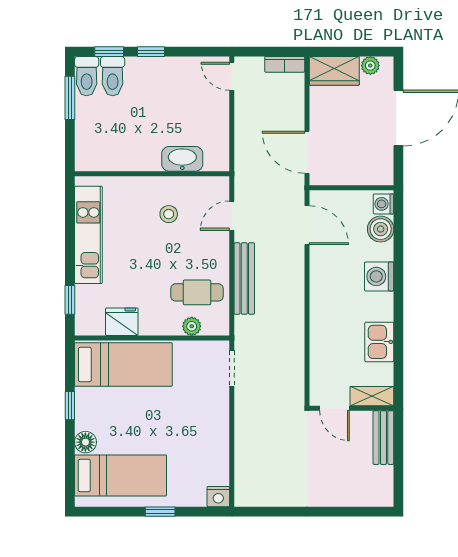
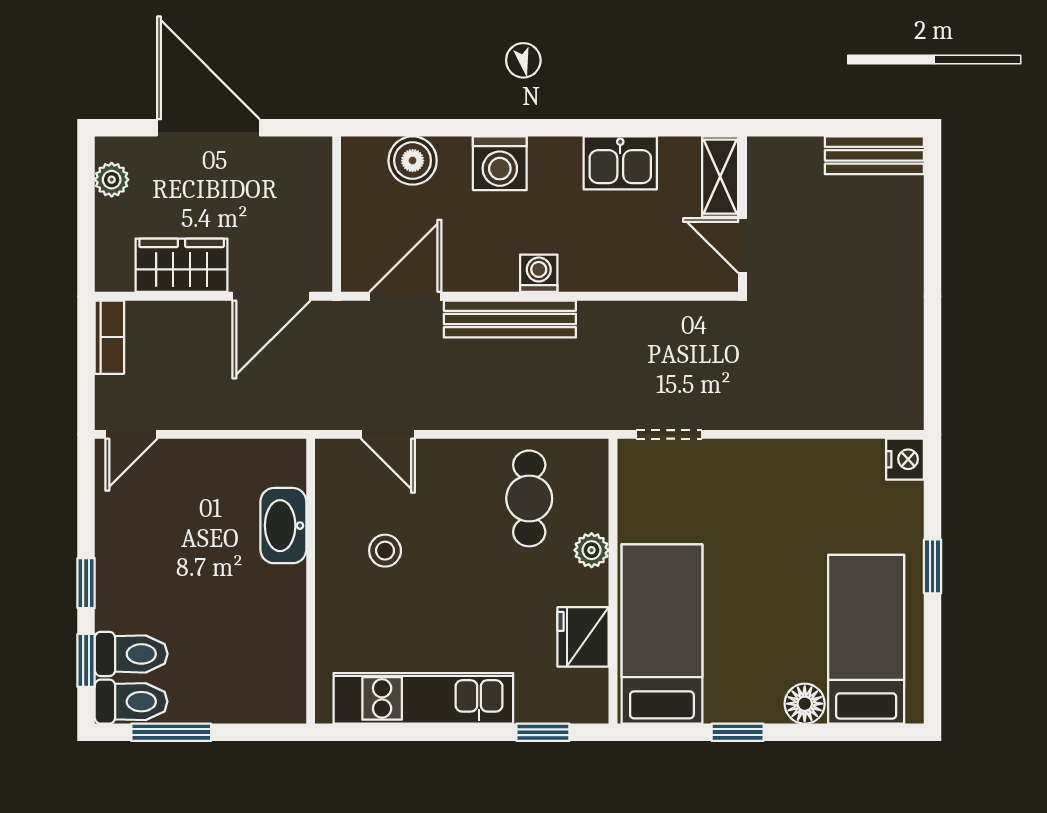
wardrobe: (334, 71) -> (182, 265), moved, turned -90
washing machine: (384, 204) -> (539, 273), moved, turned 180
bench: (244, 278) -> (510, 319), moved
plant: (192, 326) -> (592, 550), moved
door: (334, 408) -> (743, 245), swing flipped
bench: (383, 438) -> (874, 155), moved

